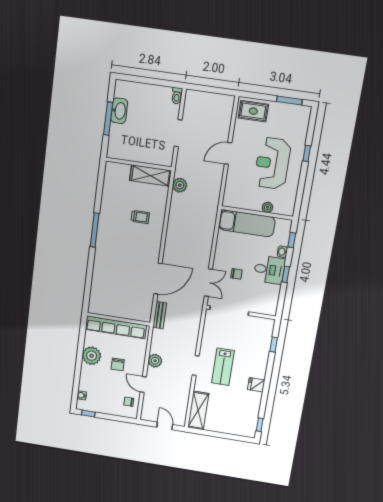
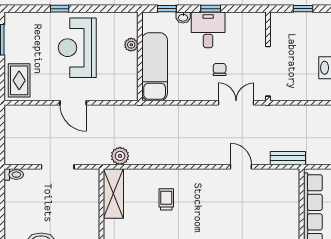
reception desk: (272, 163) -> (77, 48), turned 90
door: (158, 279) -> (241, 167), width x0.53

